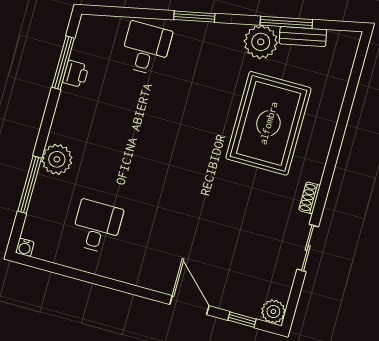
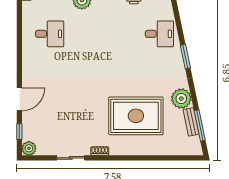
window: (286, 22) -> (200, 126), moved

